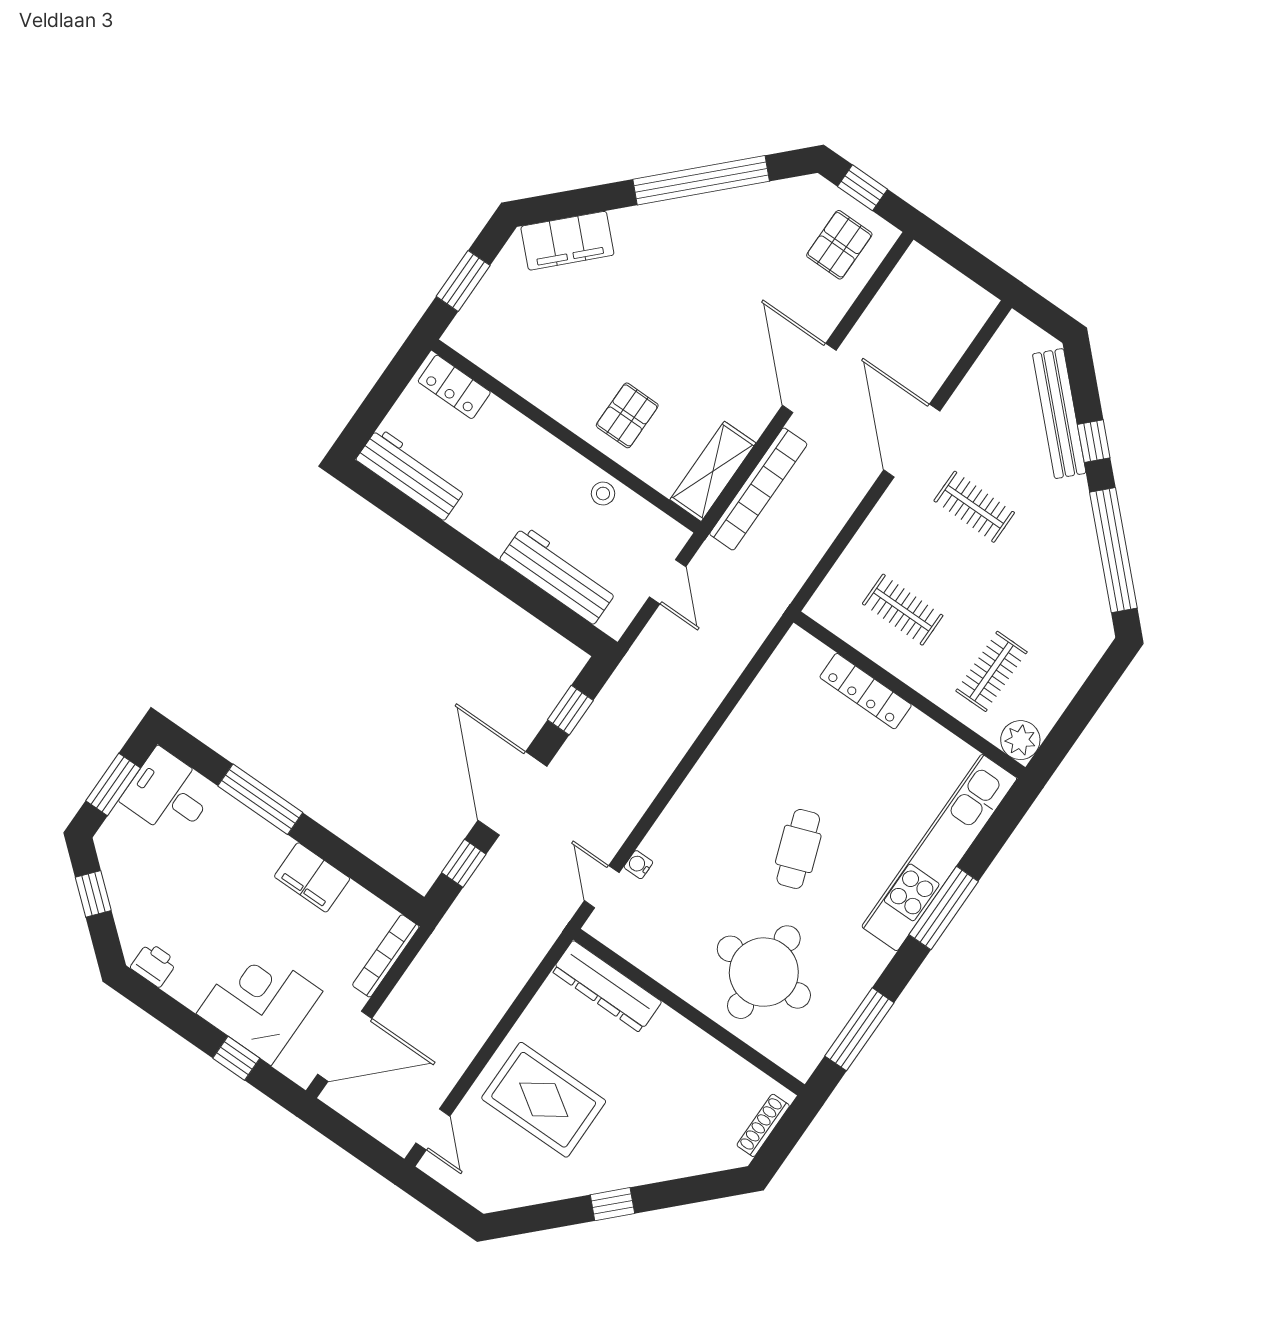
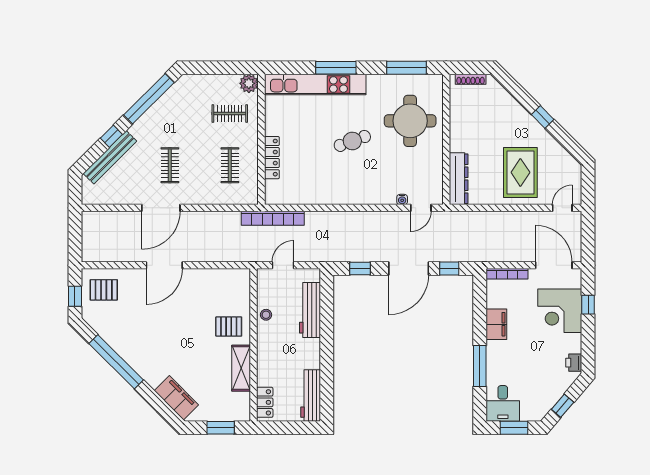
shelving: (713, 471) -> (241, 368), moved, turned 90
bookcase: (758, 489) -> (273, 218), moved, turned 180

